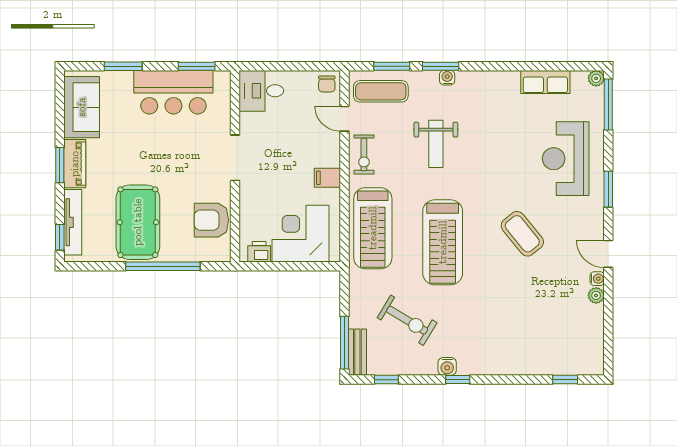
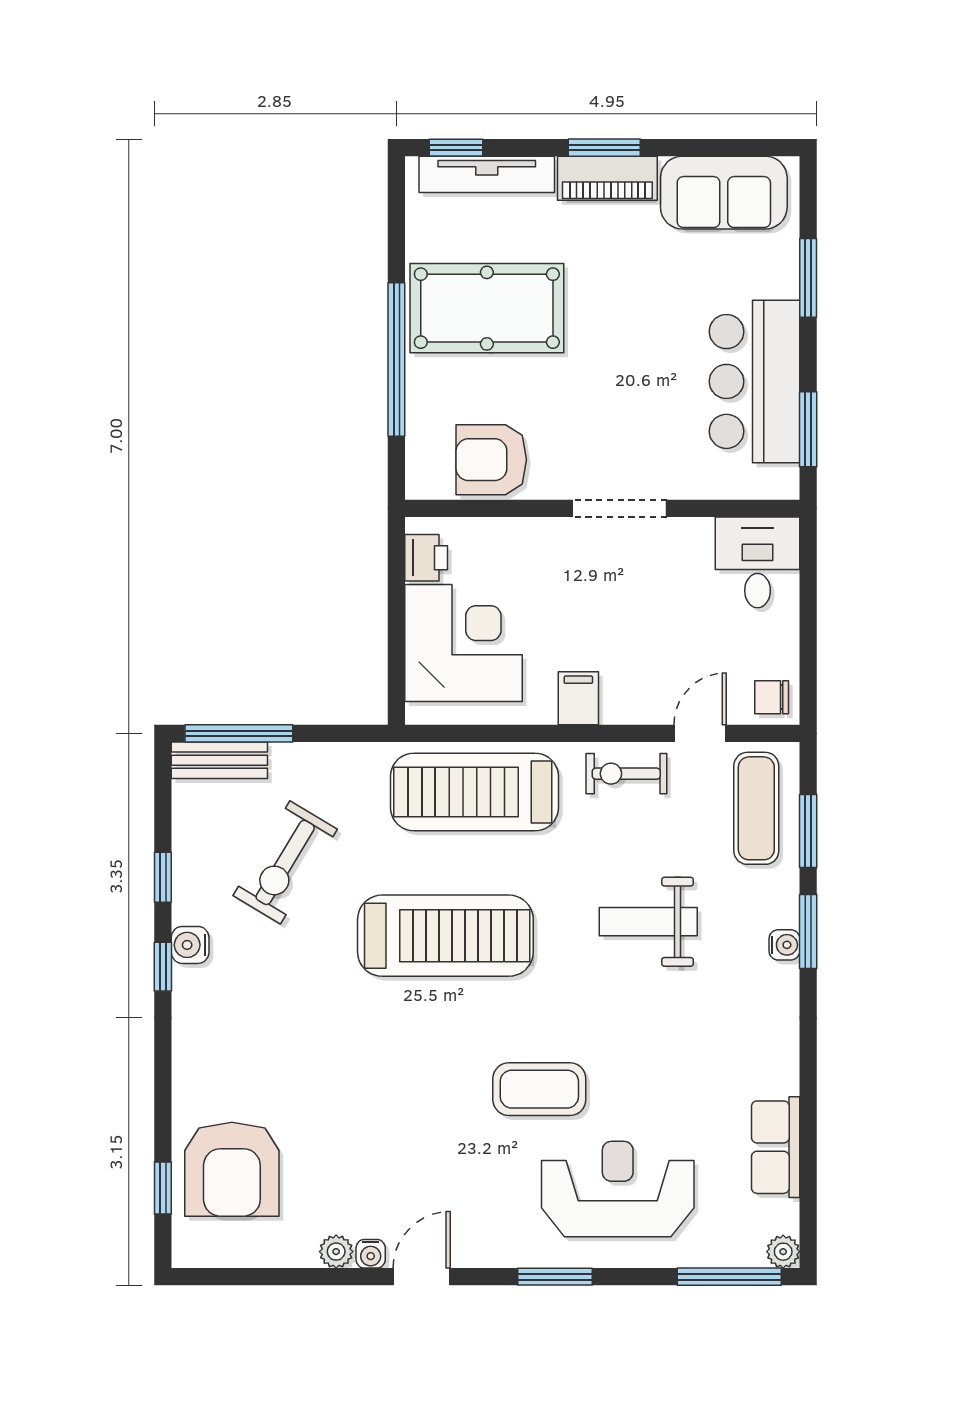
armchair: (211, 220) -> (491, 460), turned -90
coffee table: (522, 234) -> (539, 1089), moved, turned 39
treadmill: (443, 242) -> (445, 936), turned 180
armchair: (556, 346) -> (232, 1169), added
window: (386, 380) -> (163, 877), moved

